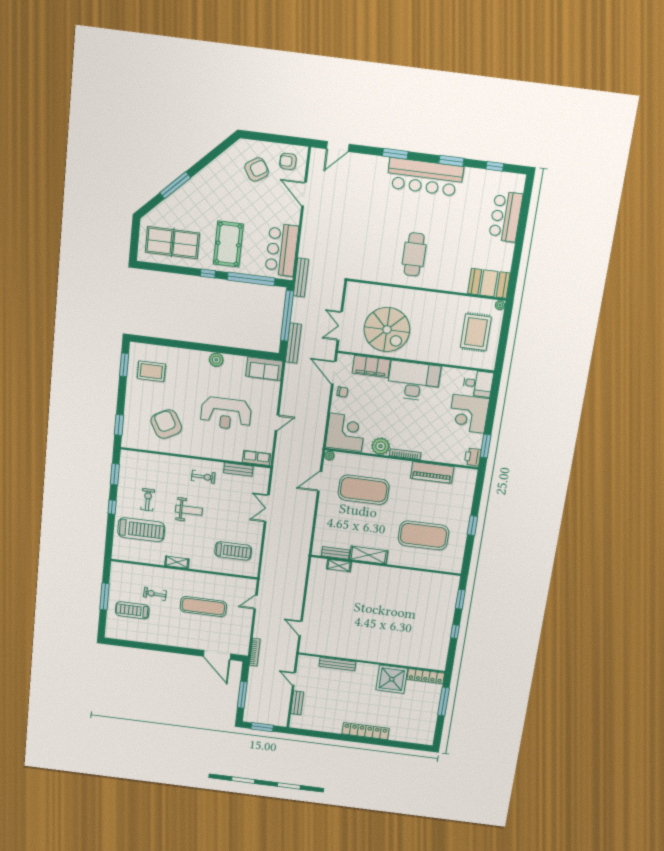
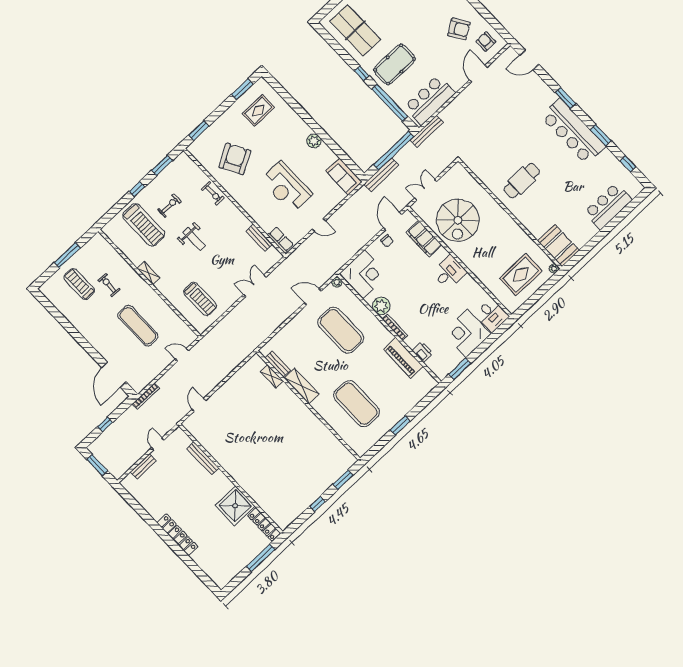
rug: (151, 371) -> (258, 110), turned 90
desk: (414, 381) -> (449, 272), width x0.53, depth x0.77
printer: (473, 457) -> (423, 352), moved, turned 90
exercise bike: (203, 477) -> (213, 193), moved
window: (242, 695) -> (105, 424), width x0.46

